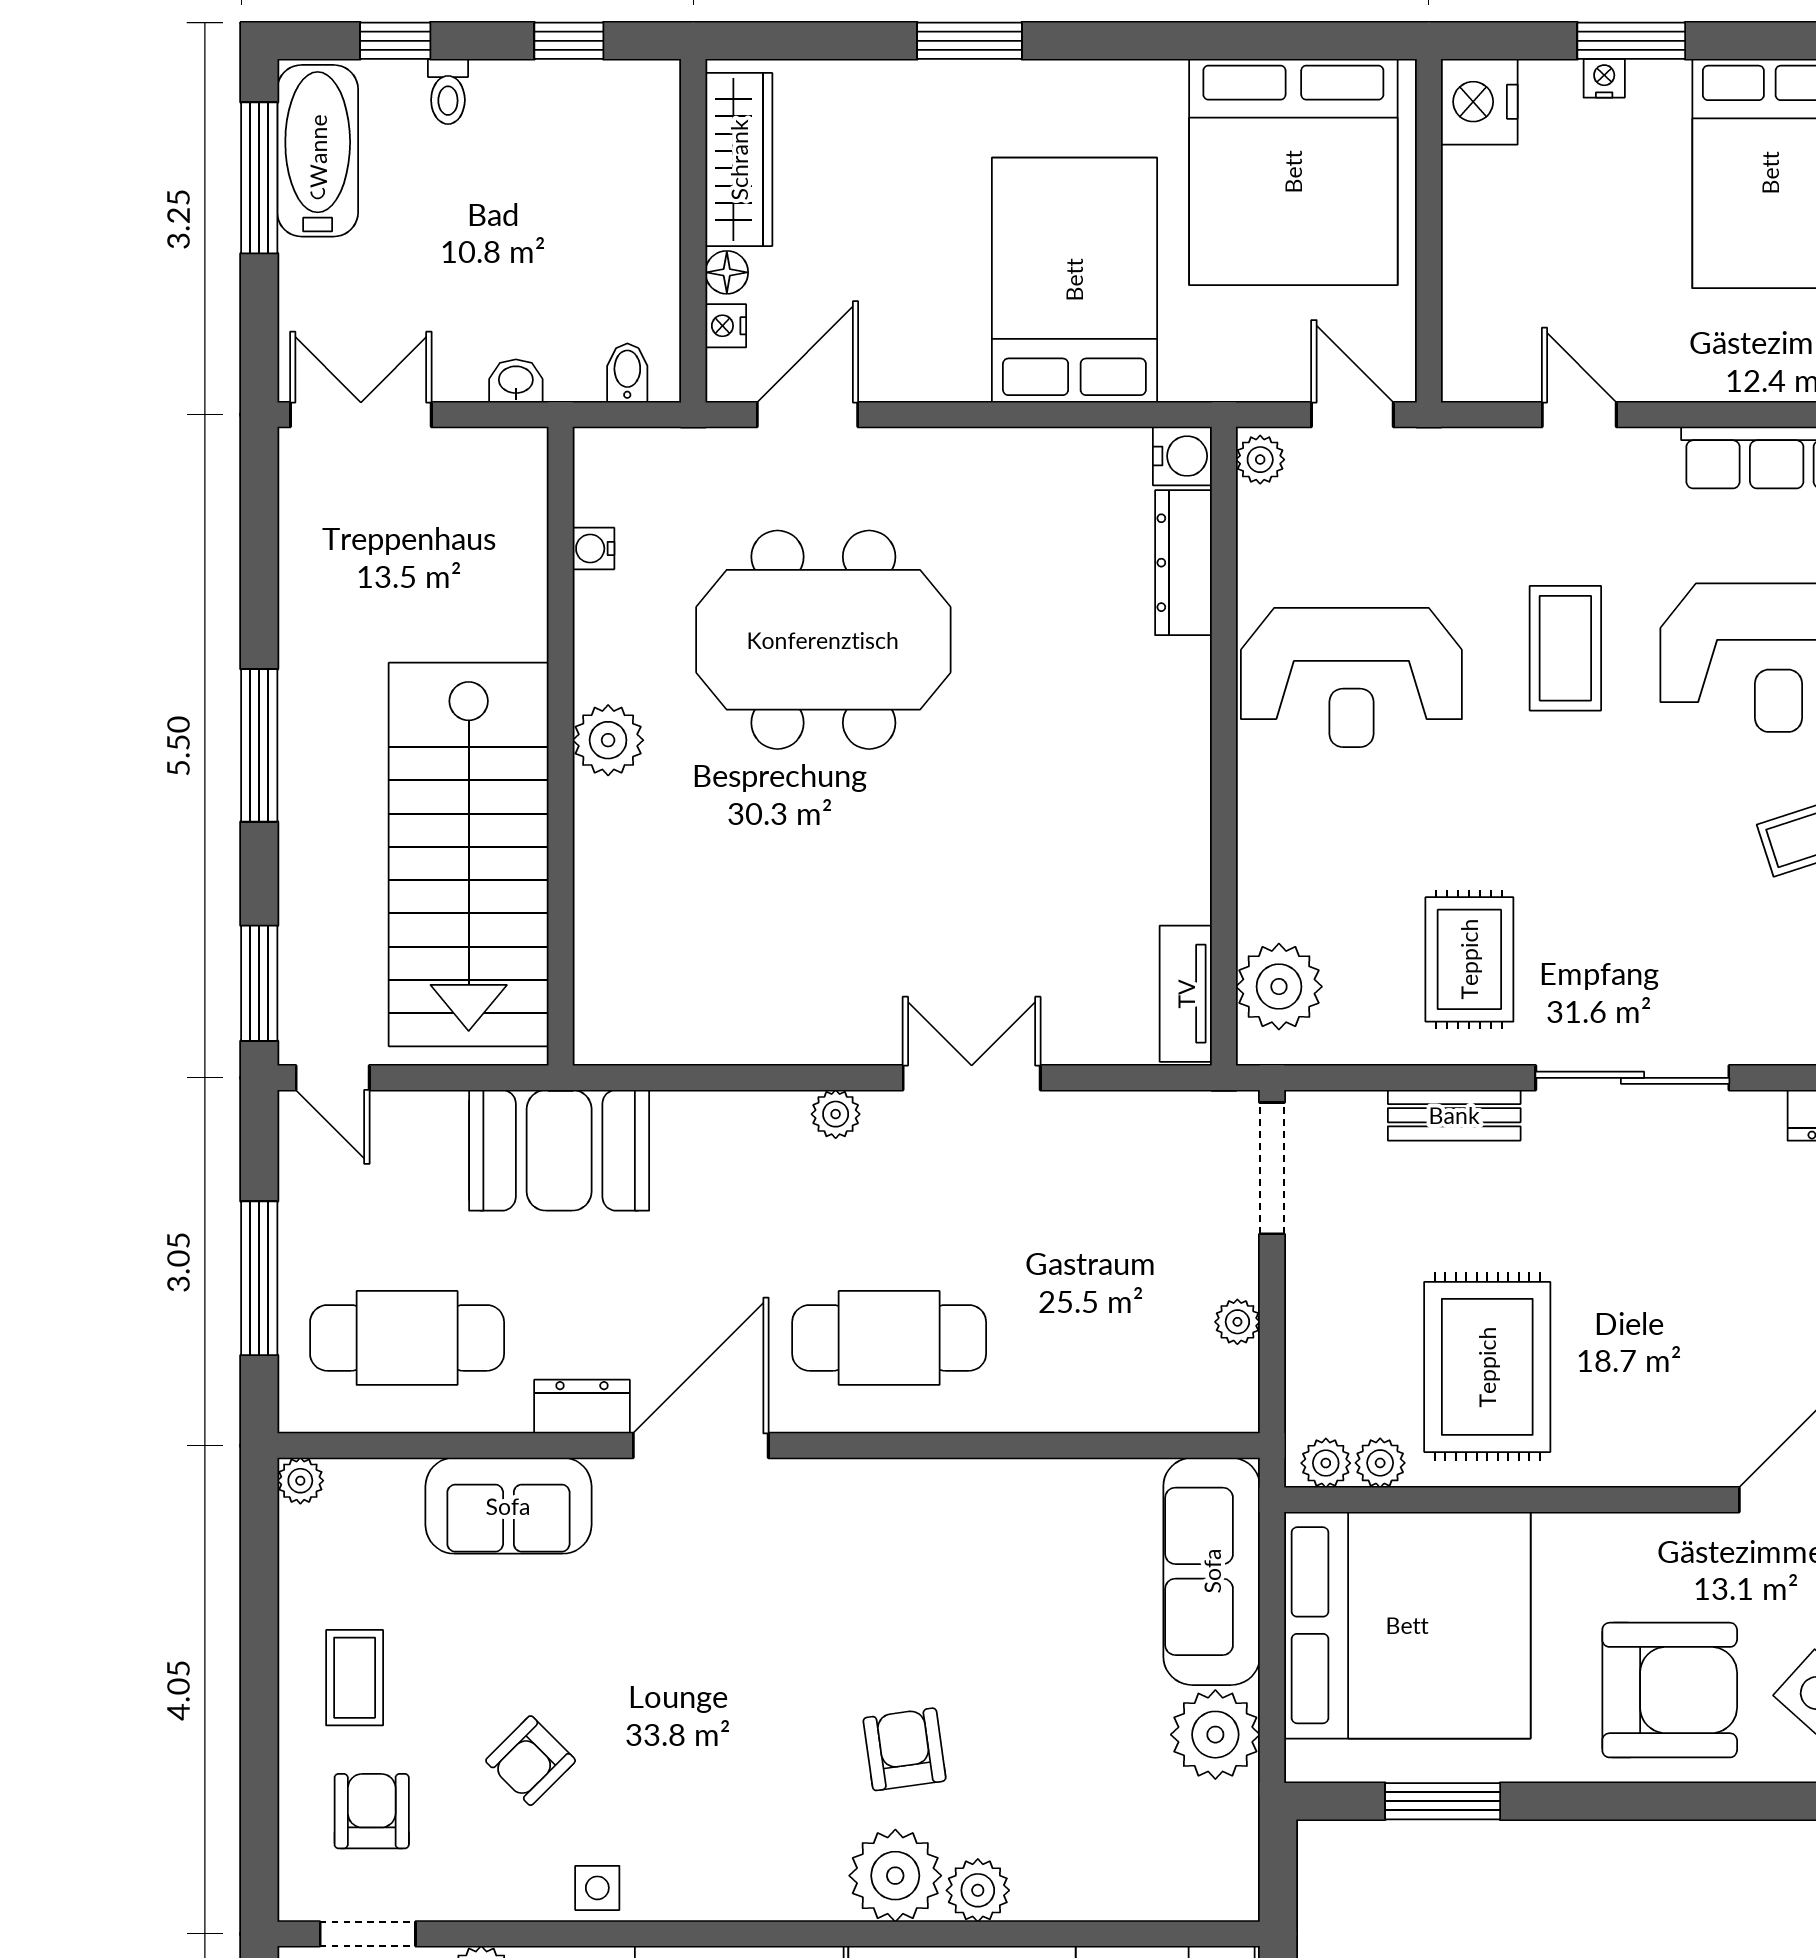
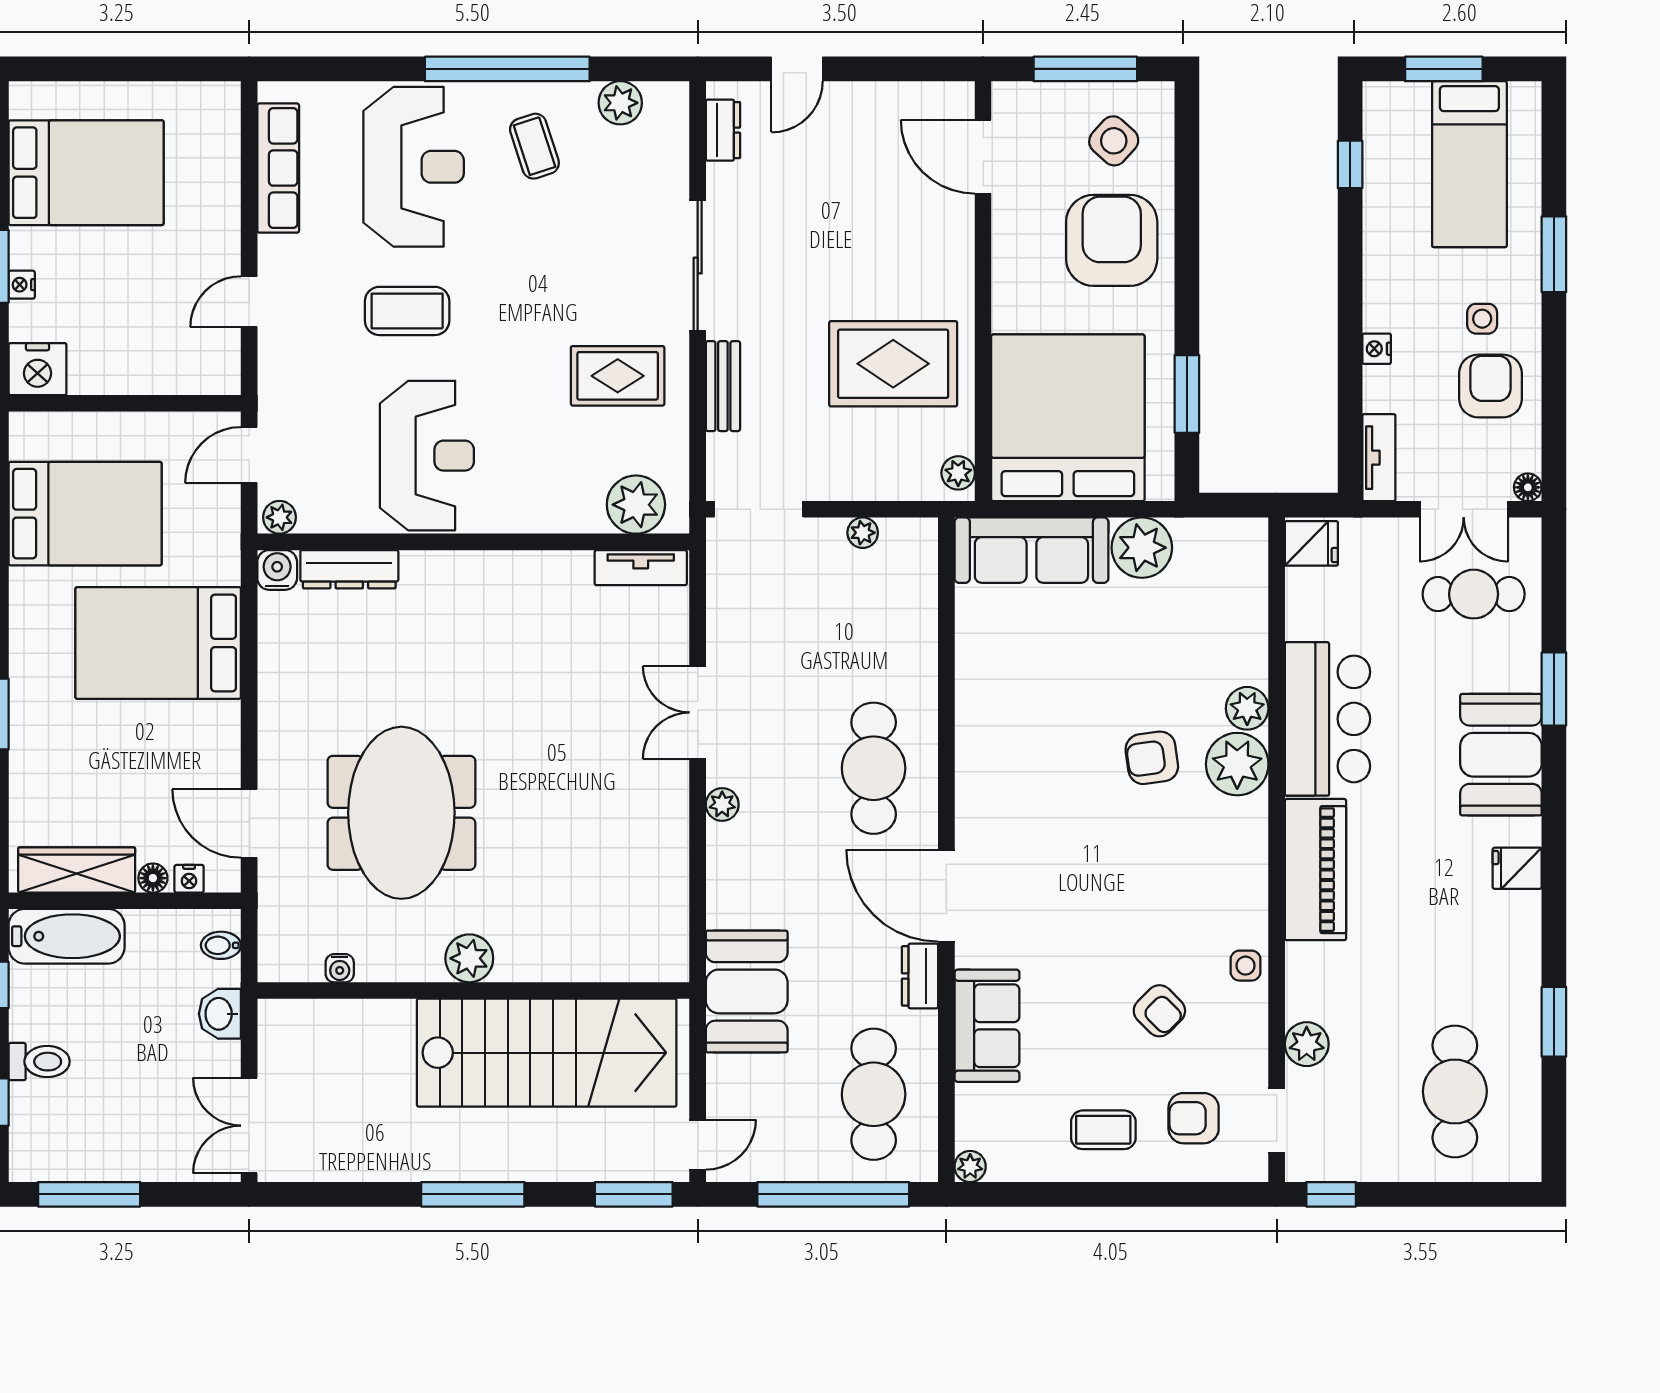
toilet: (448, 91) -> (39, 1062), width x1.37, depth x1.39
bathtub: (318, 151) -> (67, 936), moved, turned 180
bed: (1293, 172) -> (85, 514), width x0.73
washbasin: (516, 381) -> (220, 1014), width x1.38, depth x1.45
window: (259, 1278) -> (833, 1194), width x1.46
plant: (1380, 1463) -> (958, 436), removed

